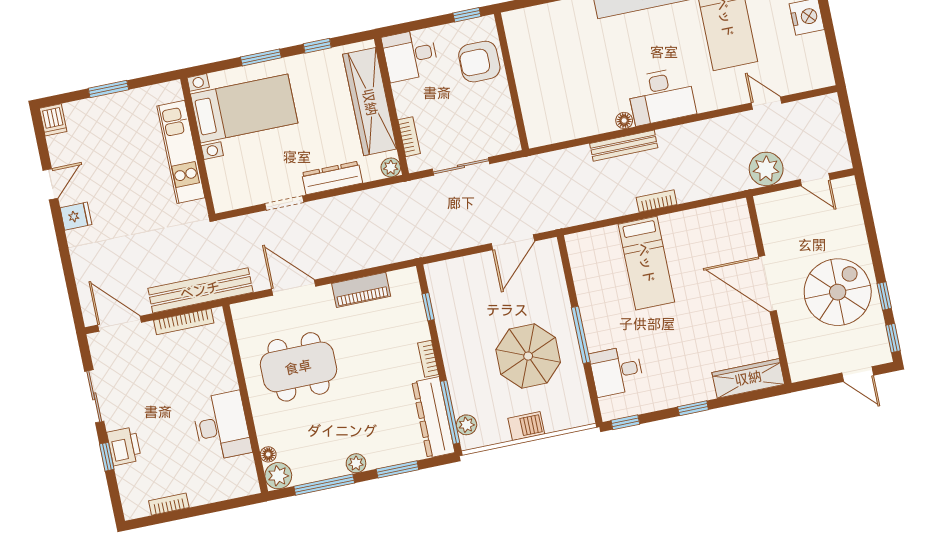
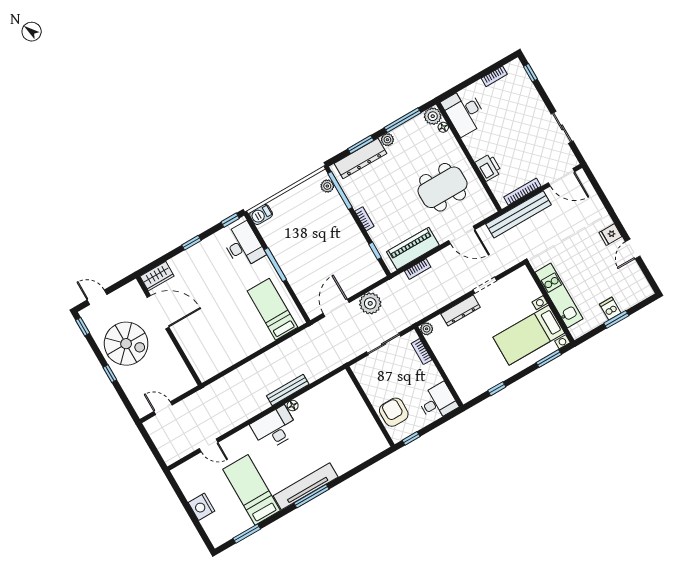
window: (261, 57) -> (549, 359), moved
armchair: (479, 62) -> (394, 412), turned -90
wardrobe: (370, 102) -> (453, 365), removed
dishwasher: (53, 120) -> (610, 309), moved
plant: (766, 169) -> (370, 303), moved
bookcase: (657, 201) -> (418, 269), moved
bed: (646, 263) -> (272, 309), moved
door: (767, 284) -> (158, 312), moved
piano: (361, 290) -> (413, 249), width x1.37, depth x1.33
spiral stairs: (838, 292) -> (126, 344), turned -90
window: (884, 296) -> (110, 374), moved
parasol: (528, 356) -> (303, 241), removed
desk: (617, 371) -> (243, 245), width x1.37
wardrobe: (748, 378) -> (157, 276), width x0.67
dresser: (433, 417) -> (360, 159), moved, turned 90
desk: (222, 426) -> (464, 112), moved
barbecue: (526, 426) -> (261, 214), moved
printer: (124, 446) -> (488, 167), moved, turned 180
window: (107, 457) -> (530, 73), moved

